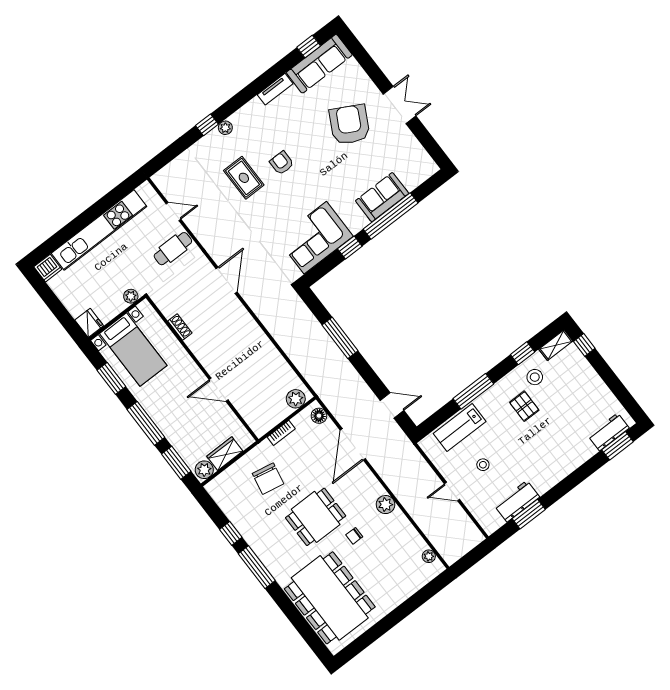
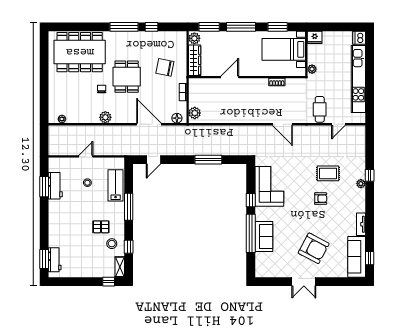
wardrobe: (225, 454) -> (195, 60), width x1.50

